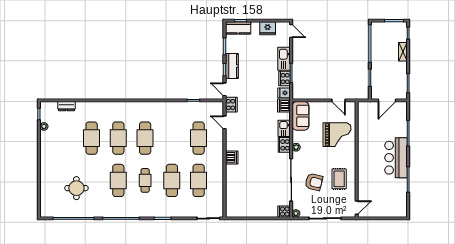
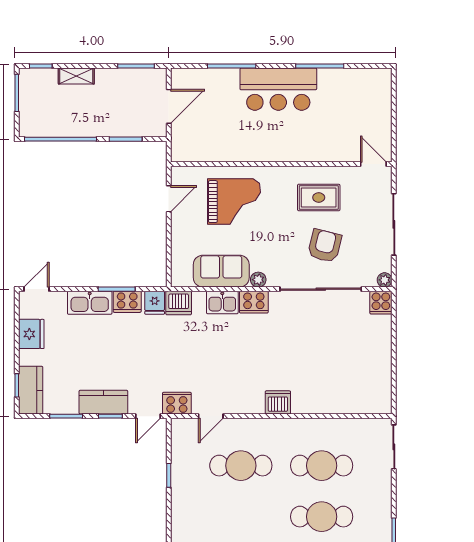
door: (387, 100) -> (169, 106), hinge flipped
sofa: (301, 116) -> (221, 271), moved
grand piano: (337, 135) -> (234, 202), turned 90

